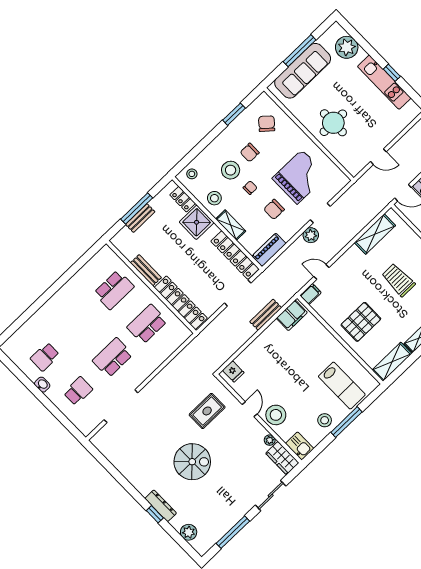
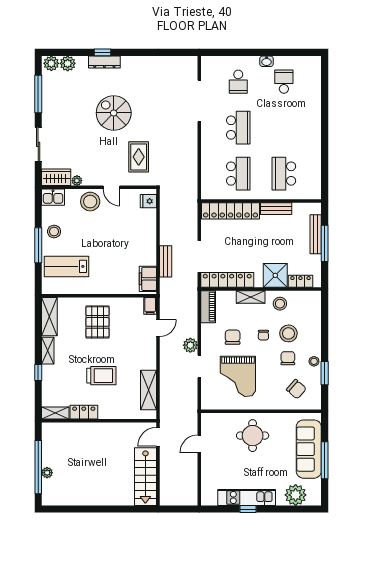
stool: (192, 174) -> (314, 361), moved
bench: (140, 218) -> (316, 234), width x1.36
spiral stairs: (192, 462) -> (114, 113), turned 90
plant: (200, 545) -> (51, 63), added

